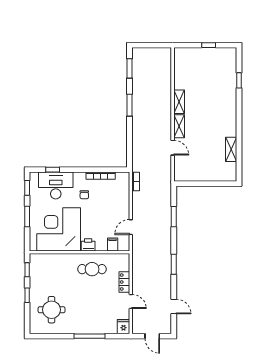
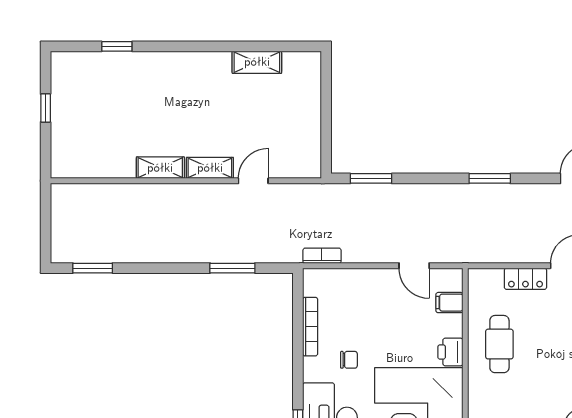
window: (130, 105) -> (232, 268), moved
window: (174, 217) -> (371, 178), moved

